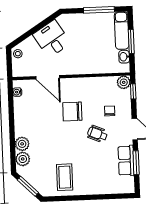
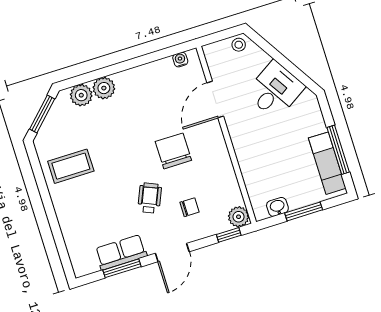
exam couch: (122, 30) -> (327, 163), moved, turned -90

